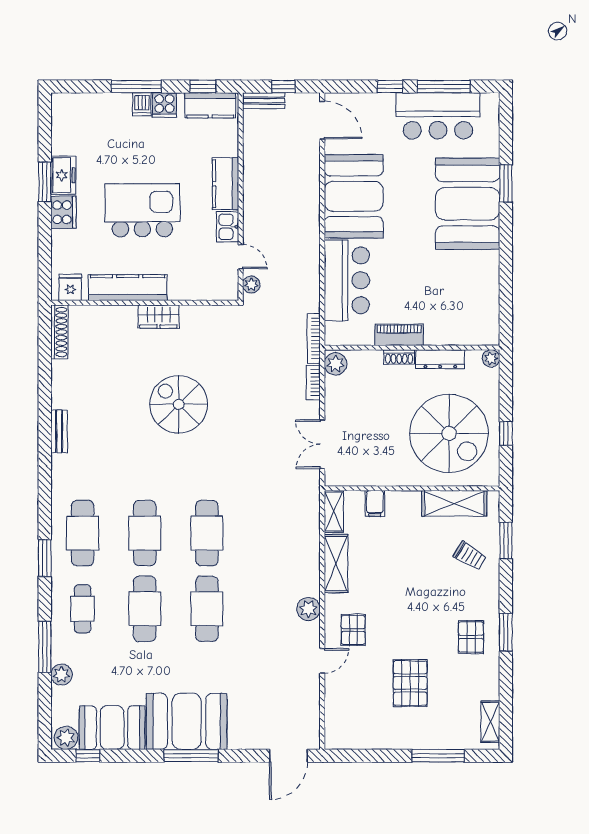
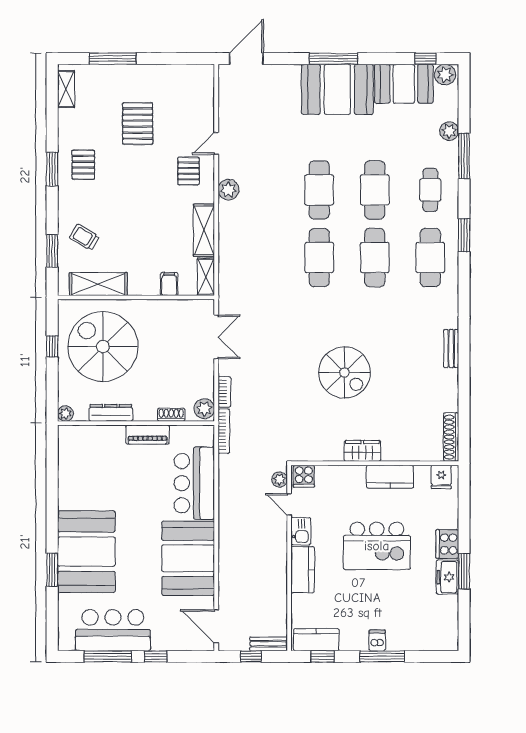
cooker: (164, 105) -> (304, 476), moved, turned 180
kitchen counter: (128, 288) -> (390, 477), width x0.67
shoe rack: (399, 357) -> (171, 415), moved

